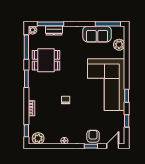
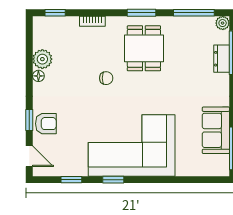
plant: (119, 45) -> (198, 167), removed
dining table: (46, 60) -> (144, 48), moved
plant: (38, 138) -> (42, 59), moved

